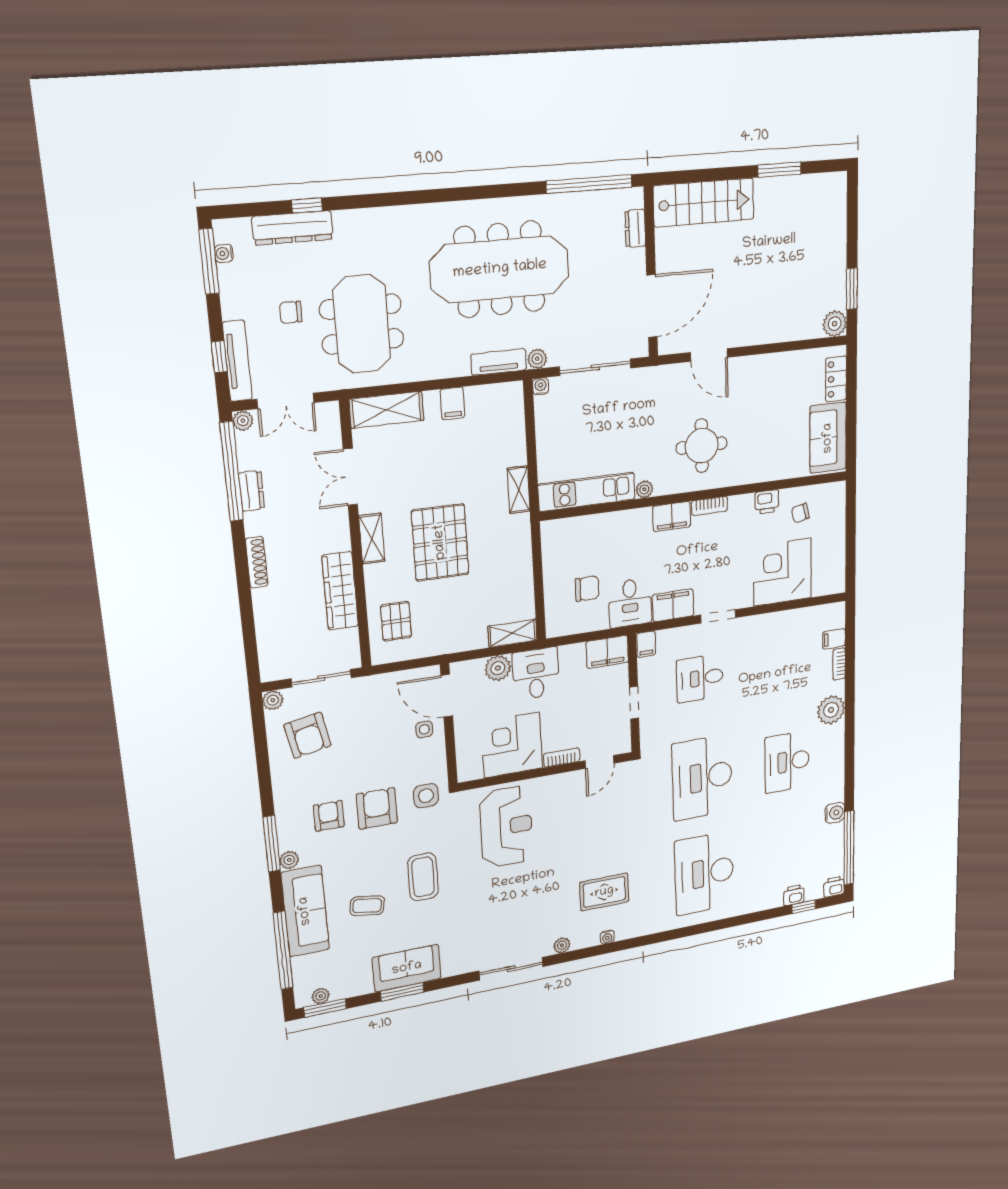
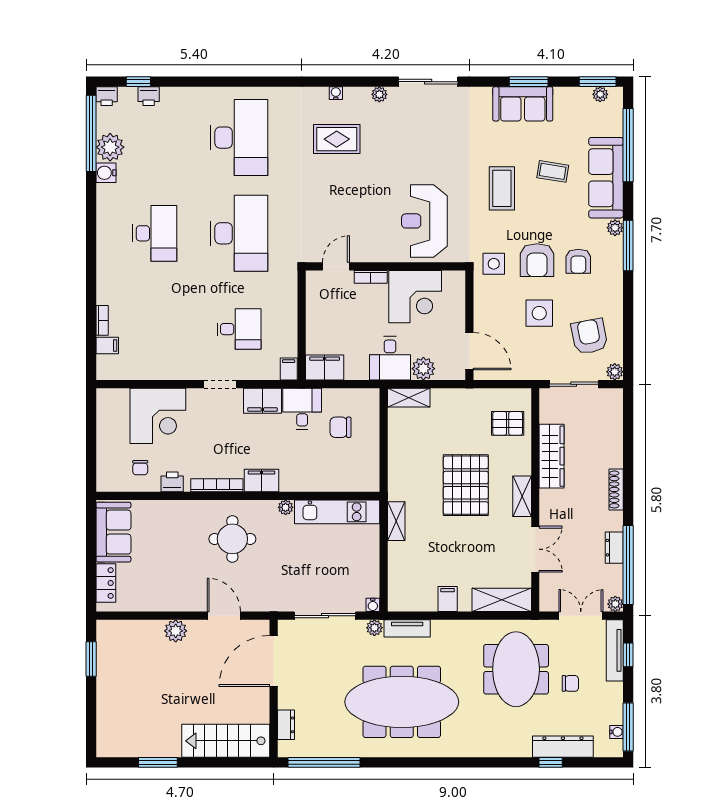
plant: (835, 324) -> (176, 631), moved
bookcase: (710, 506) -> (217, 485), width x1.56
chair: (800, 513) -> (140, 468), turned 102
pallet: (396, 621) -> (508, 423), turned 90
doorway: (634, 703) -> (302, 317), removed
plant: (831, 710) -> (110, 147), moved
side table: (424, 729) -> (539, 313), moved, width x1.87, depth x1.87

